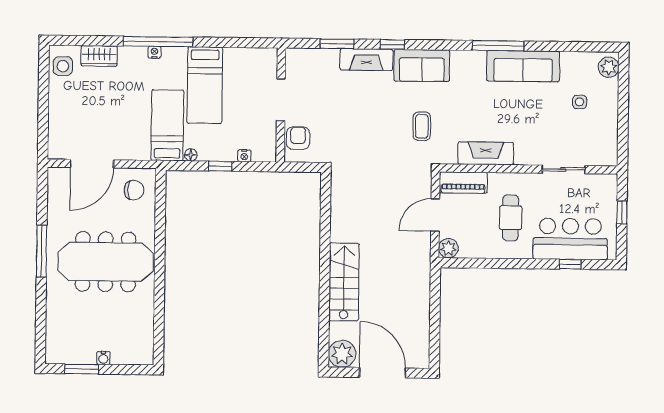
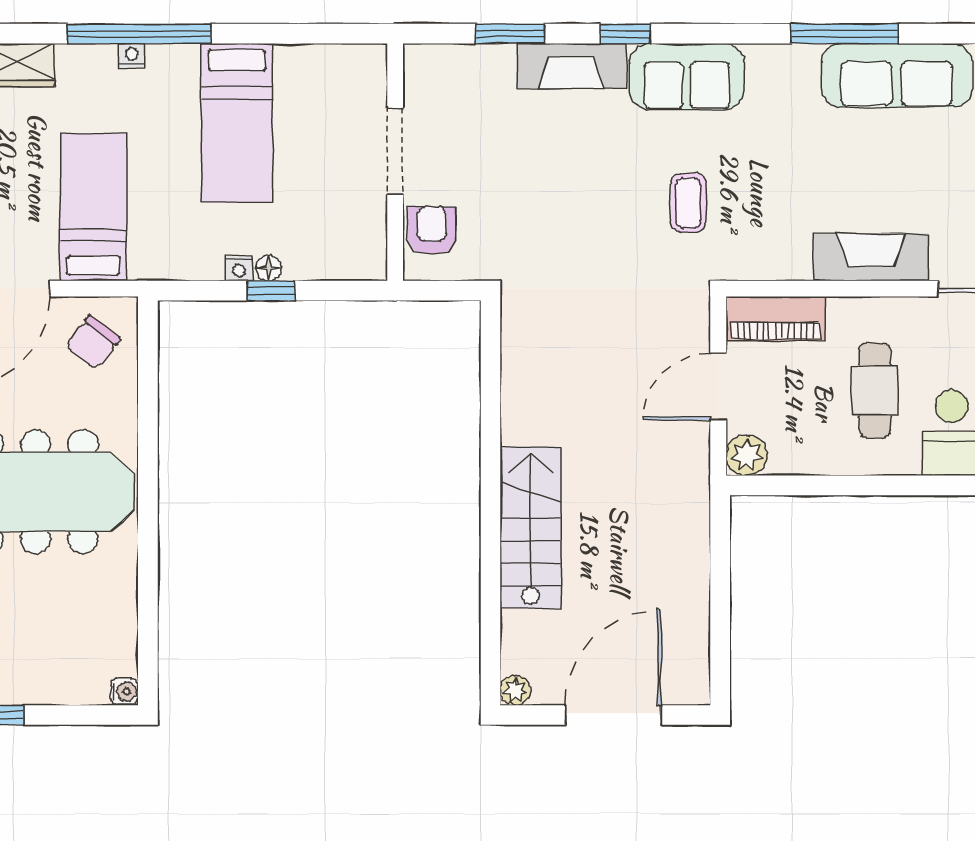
bed: (167, 125) -> (93, 207), moved
fireplace: (486, 153) -> (871, 257), moved
floor lamp: (191, 155) -> (269, 268), moved
nightstand: (244, 156) -> (239, 268), moved
chair: (134, 190) -> (93, 342), turned 128
plant: (342, 354) -> (515, 690), width x0.53, depth x0.53
water cooler: (103, 358) -> (124, 691), moved, turned -90
door: (383, 373) -> (613, 715), hinge flipped

